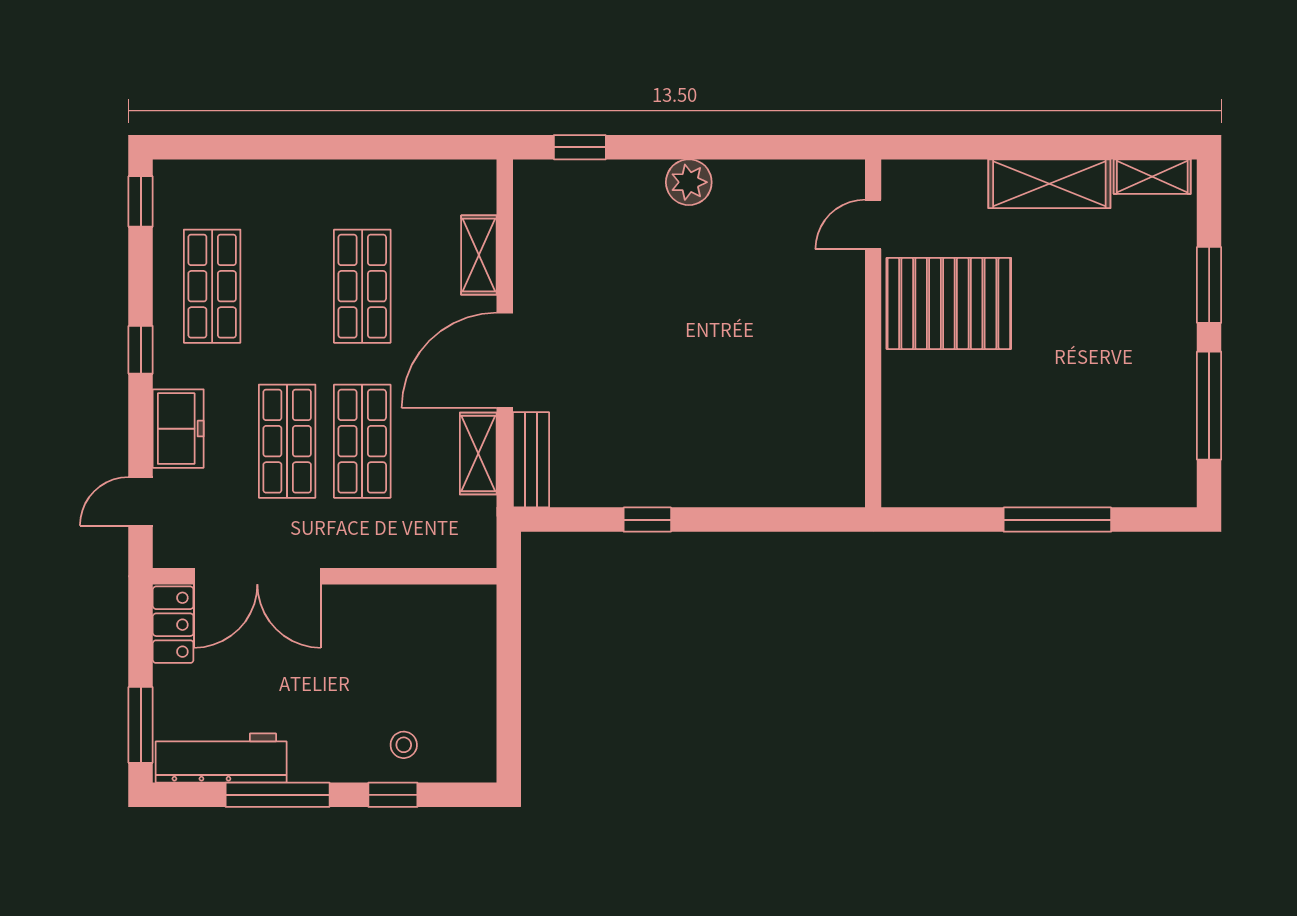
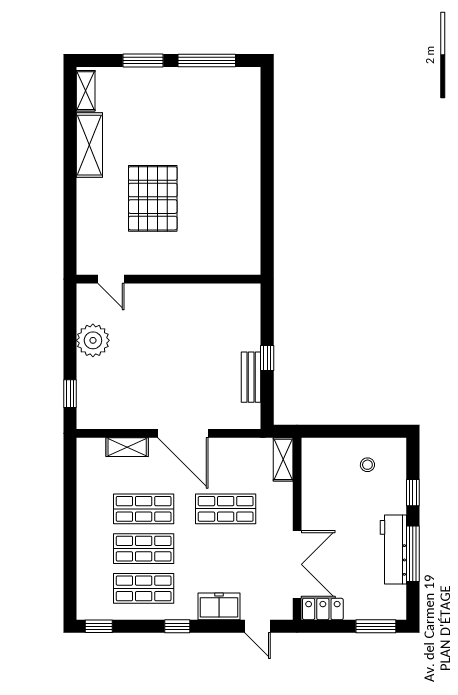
plant: (689, 182) -> (93, 340), width x1.36, depth x1.36
door: (873, 224) -> (111, 279), moved
wall: (873, 333) -> (169, 279), moved
shop shelf: (287, 441) -> (144, 549), moved
shelving: (478, 453) -> (283, 459), moved, turned 90
bench: (531, 460) -> (251, 377), moved, turned 90
window: (1057, 520) -> (267, 141), removed
stool: (404, 745) -> (367, 465), moved
workbench: (221, 758) -> (393, 550), moved

